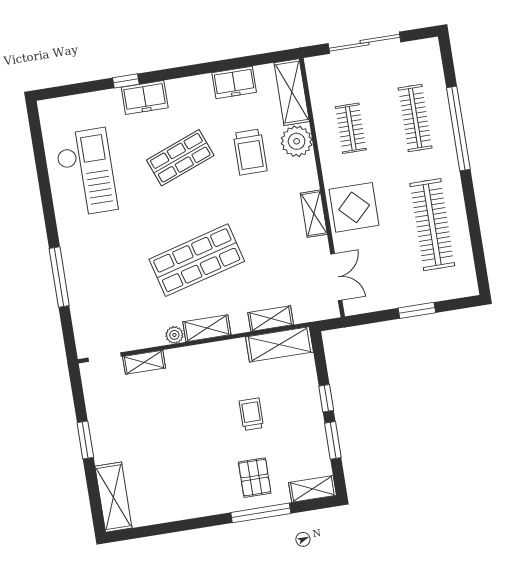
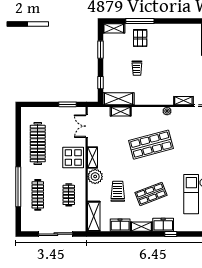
plant: (297, 141) -> (95, 177), moved
window: (417, 310) -> (67, 104), moved
shelving: (207, 328) -> (141, 227), moved
window: (326, 398) -> (101, 83), moved

